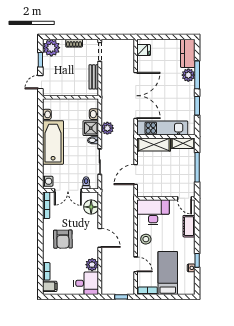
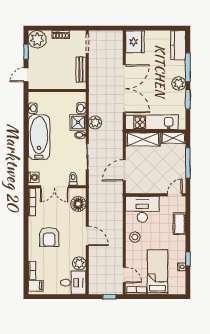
fridge: (144, 50) -> (135, 42), width x1.88, depth x1.34
plant: (188, 75) -> (179, 83), moved
door: (185, 198) -> (175, 195), swing flipped
door: (136, 264) -> (124, 275), moved

